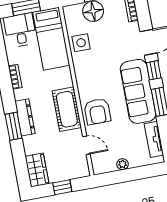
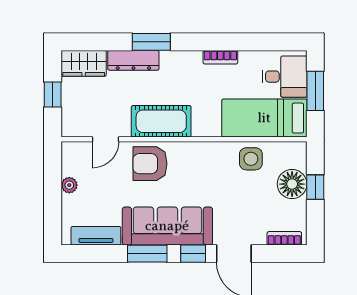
dresser: (25, 117) -> (133, 60), moved

